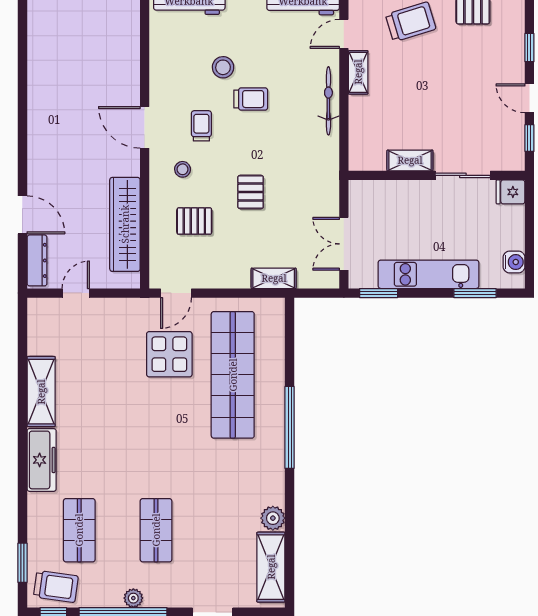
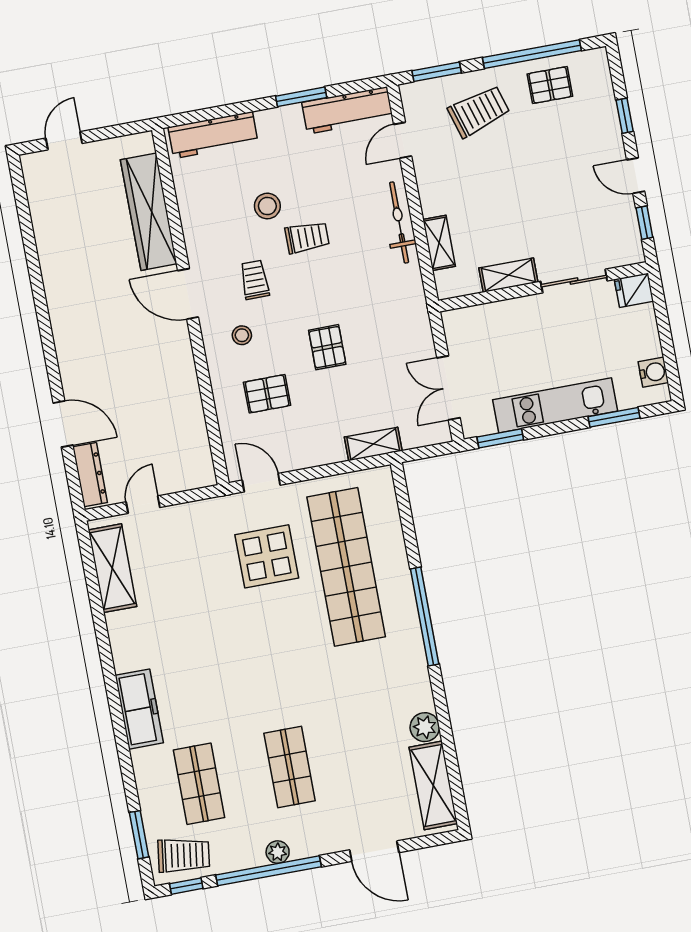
shelving: (358, 72) -> (439, 243), moved
wardrobe: (125, 224) -> (149, 212), moved
door: (176, 293) -> (261, 483), swing flipped
shelving: (41, 392) -> (112, 568), moved

